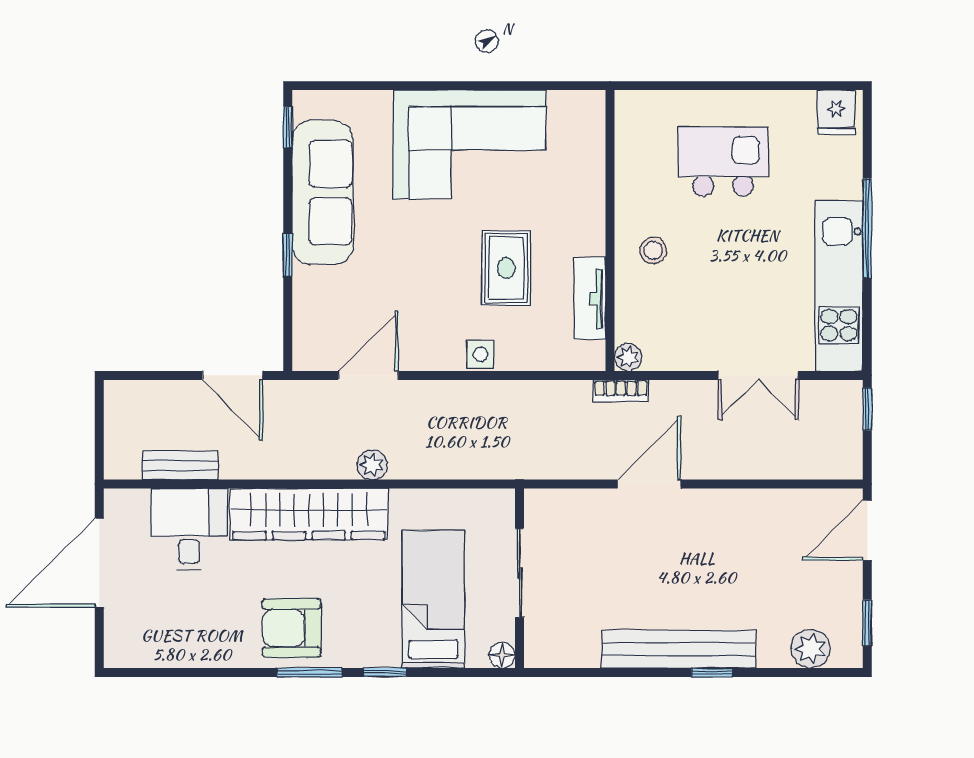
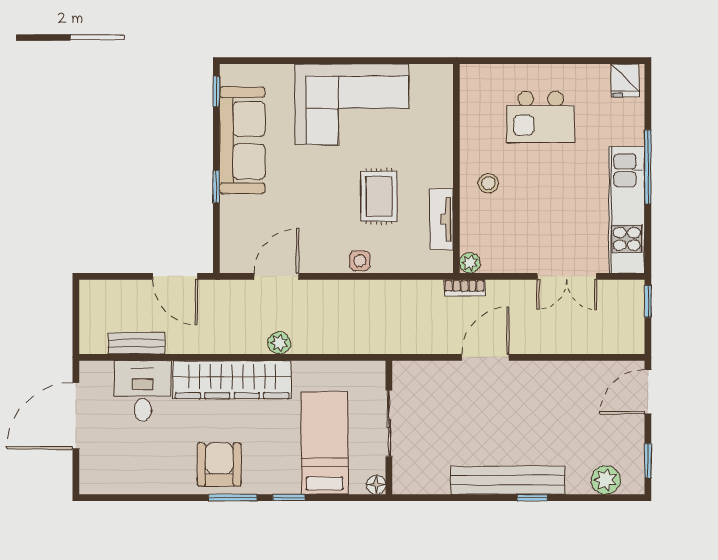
kitchen island: (723, 161) -> (541, 117), turned 180
armchair: (292, 628) -> (219, 465), turned 90

